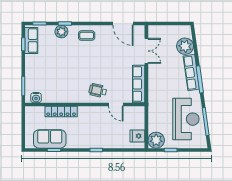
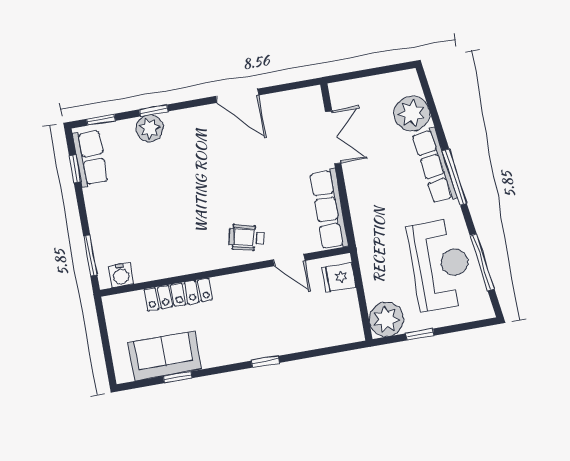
door: (123, 24) -> (237, 96), moved
coffee table: (87, 36) -> (203, 127), removed
fridge: (137, 136) -> (339, 277), moved

